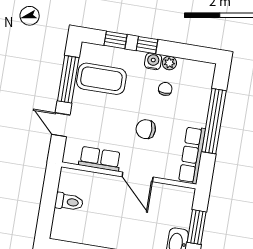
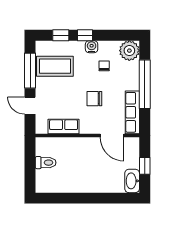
plant: (169, 63) -> (129, 51), moved, width x1.87, depth x1.87
door: (138, 177) -> (112, 135), moved
window: (197, 227) -> (145, 166), width x0.67

